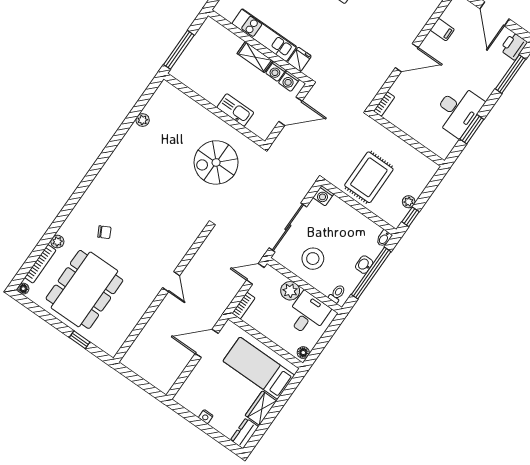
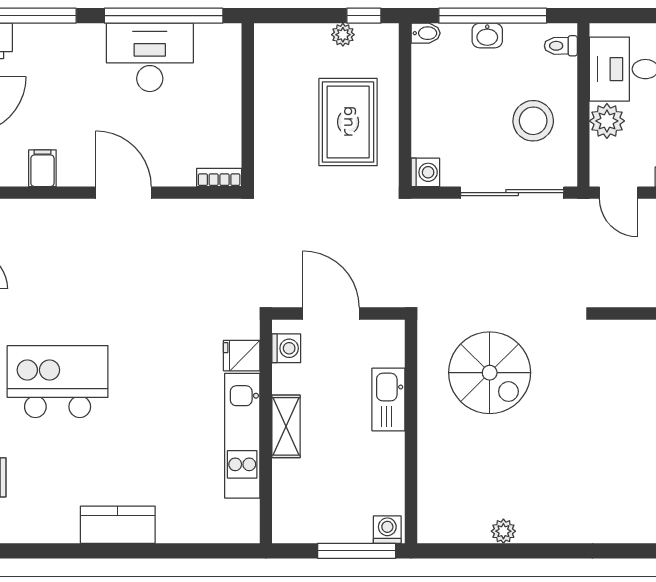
washing machine: (276, 71) -> (387, 530), moved, turned -90
window: (472, 129) -> (164, 16), width x2.11
rug: (369, 177) -> (348, 122), turned 90

